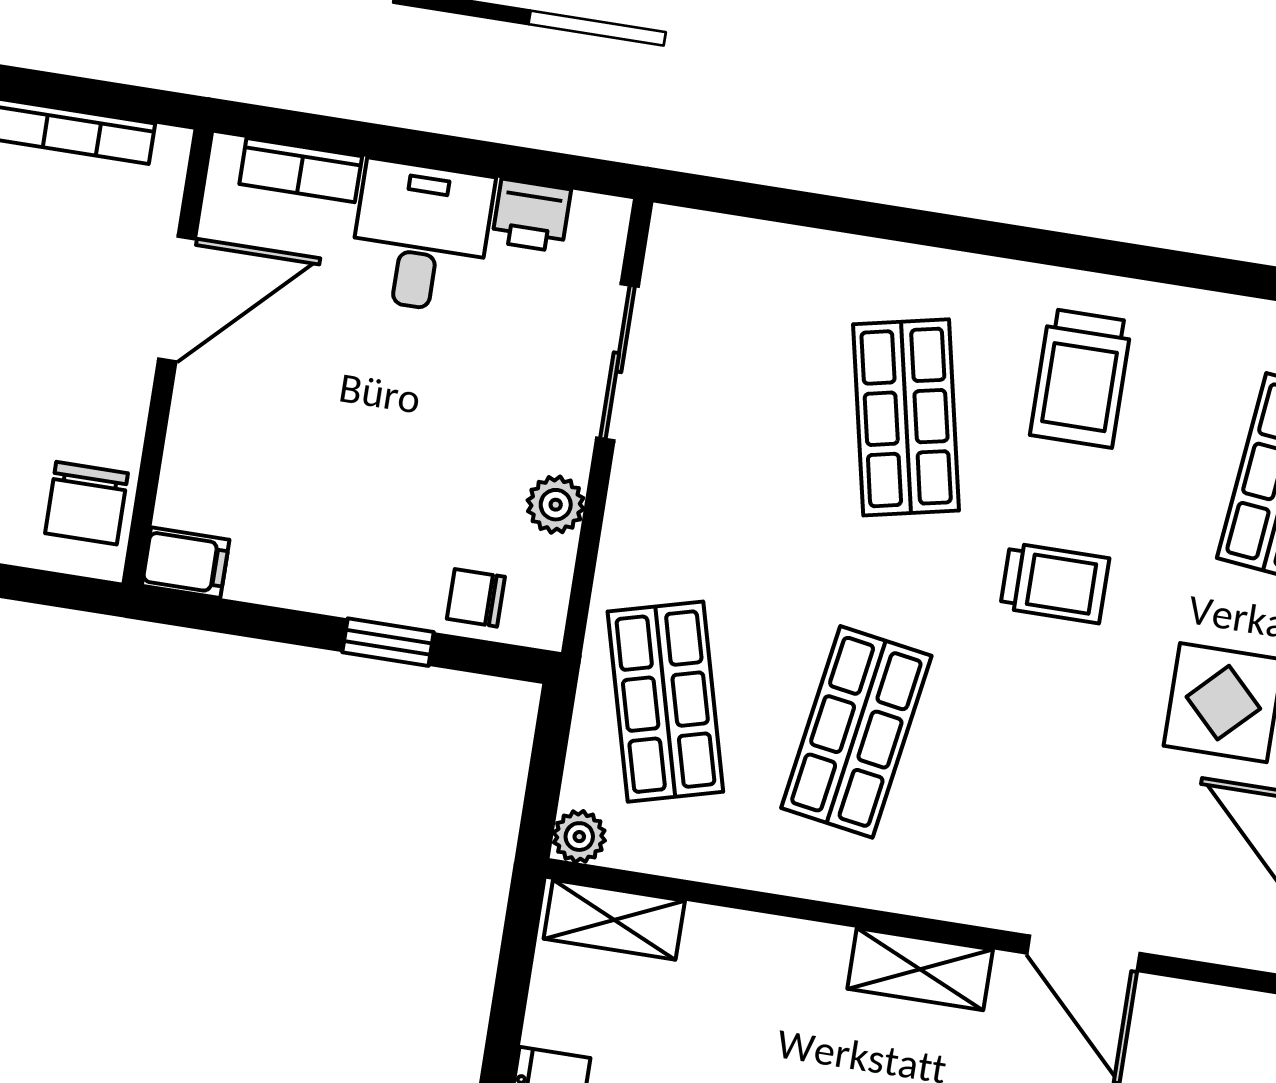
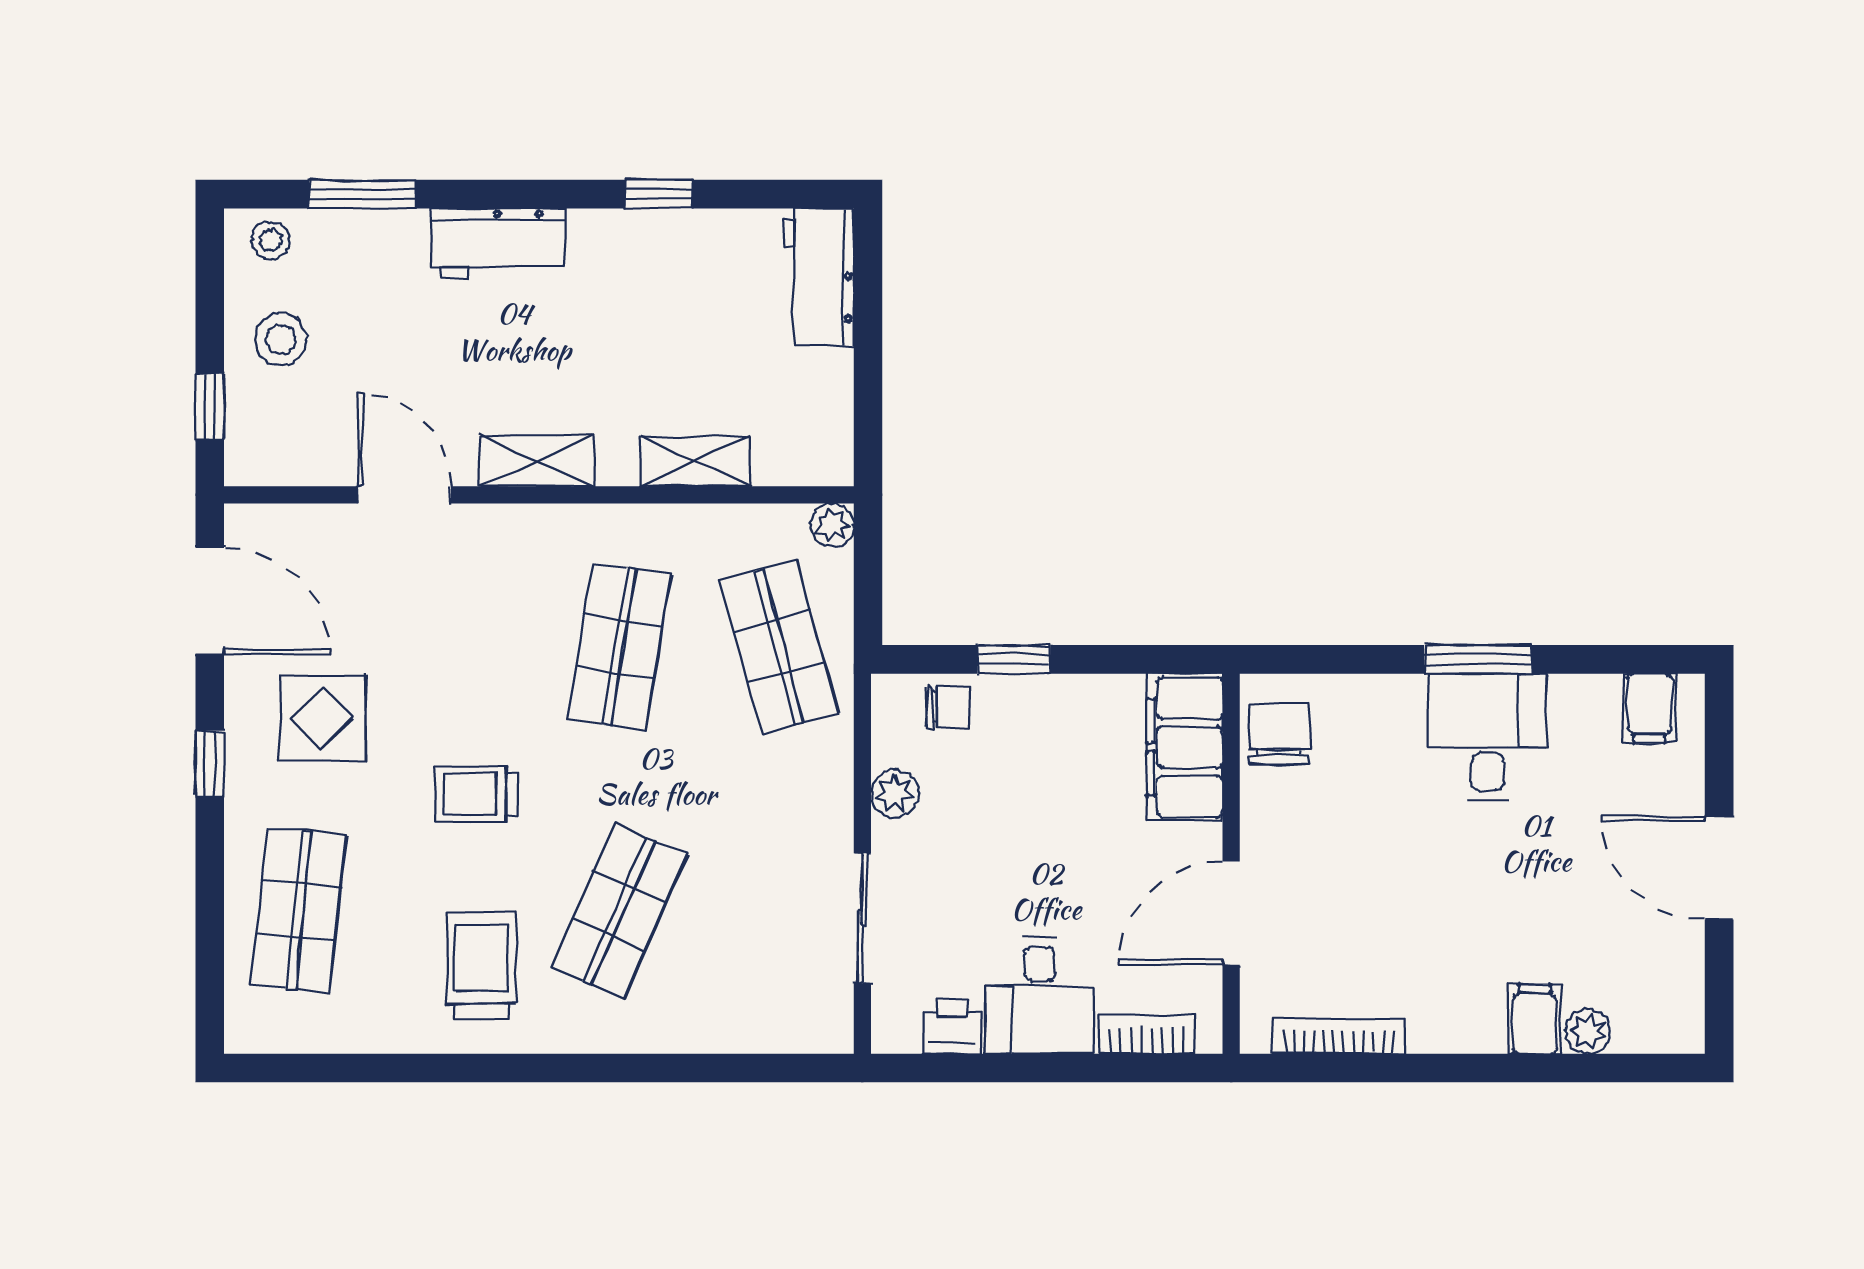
shop shelf: (906, 417) -> (619, 910), turned 36
filing cabinet: (186, 563) -> (1184, 747), width x3.00, depth x1.17
shelving: (614, 920) -> (695, 461), moved

